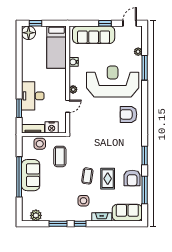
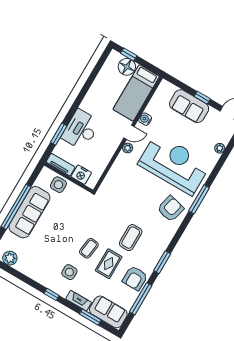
floor lamp: (29, 33) -> (127, 67), moved
sofa: (94, 35) -> (189, 106), width x0.73
window: (145, 68) -> (199, 199), moved
door: (68, 106) -> (129, 132), moved
armchair: (128, 114) -> (171, 209), turned 104
coffee table: (60, 156) -> (131, 238), moved
sofa: (31, 175) -> (29, 212), width x1.36
window: (58, 224) -> (90, 317), moved

